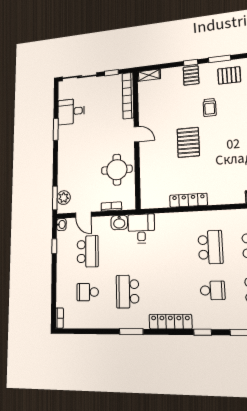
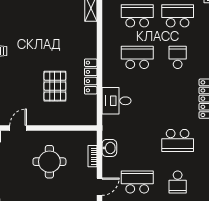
pallet: (188, 142) -> (55, 86), moved, turned 90
round table: (117, 170) -> (49, 162), moved
desk: (141, 229) -> (116, 101), moved

